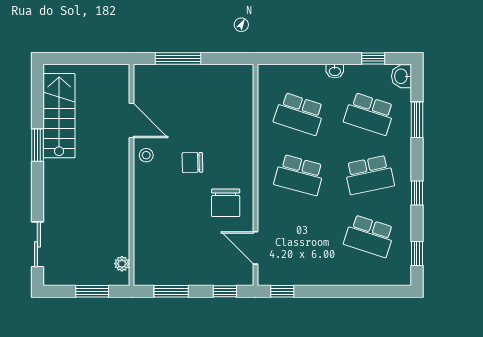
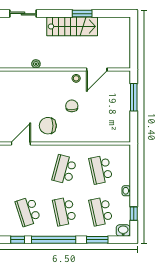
school desk: (299, 114) -> (101, 170), turned -30
school desk: (369, 114) -> (101, 211), turned -30
stairs: (59, 116) -> (72, 26), moved
window: (417, 193) -> (54, 240), width x3.17
school desk: (369, 236) -> (28, 211), turned -36
plant: (122, 264) -> (36, 64), moved

